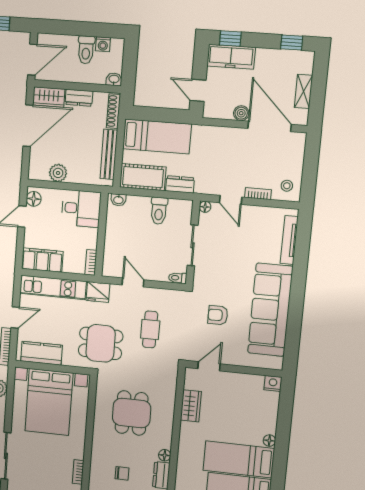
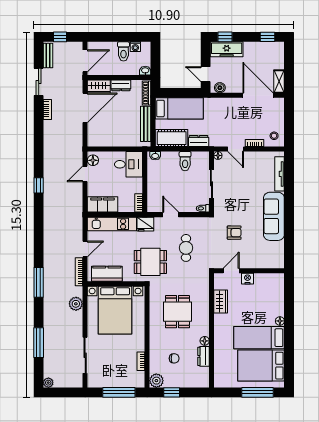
shelving: (303, 91) -> (279, 81), moved
boiler: (241, 113) -> (220, 88), moved
plant: (58, 173) -> (110, 140), removed
sofa: (270, 310) -> (274, 216), width x0.74, depth x0.79
armchair: (218, 315) -> (234, 233), turned 180
nightstand: (273, 383) -> (247, 279), moved

